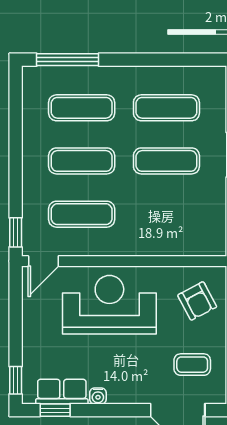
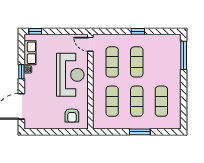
exercise mat: (82, 108) -> (112, 101), moved
window: (16, 232) -> (138, 31), moved
armchair: (197, 301) -> (72, 115), turned -62
coffee table: (192, 365) -> (43, 113), removed
window: (55, 410) -> (21, 72), moved

